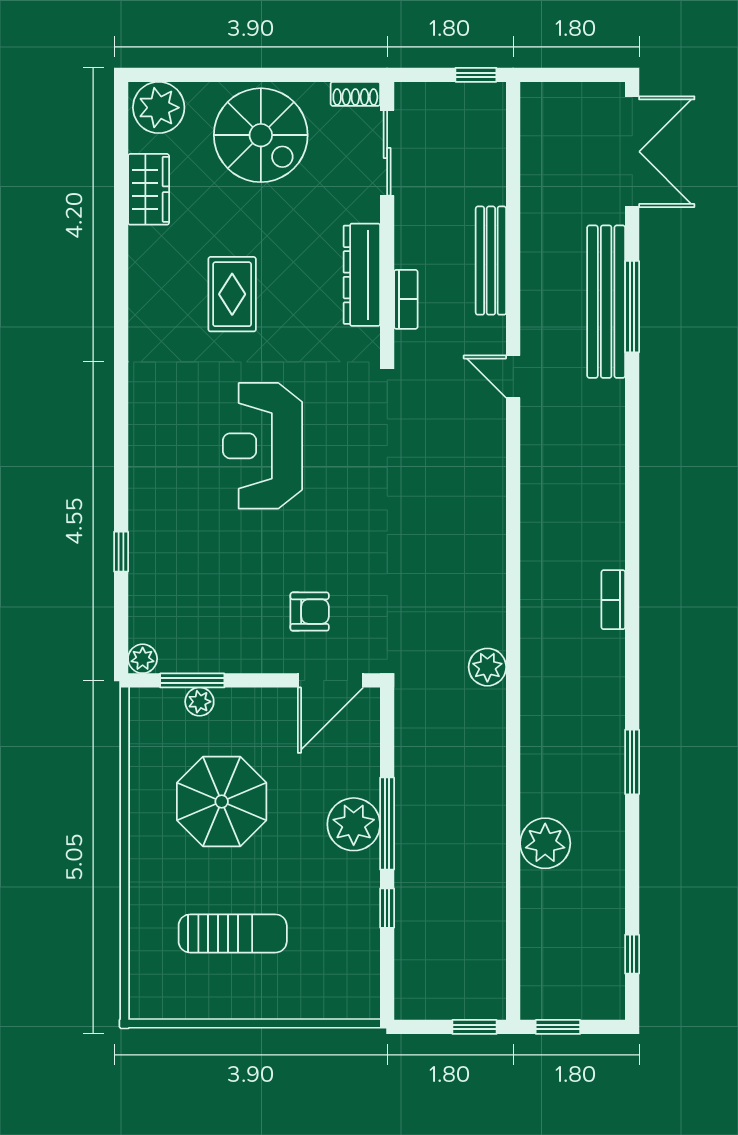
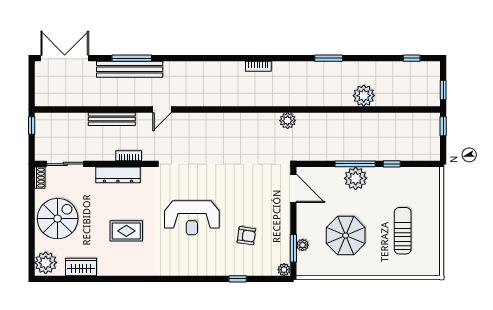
armchair: (310, 612) -> (246, 236), moved, turned 98

